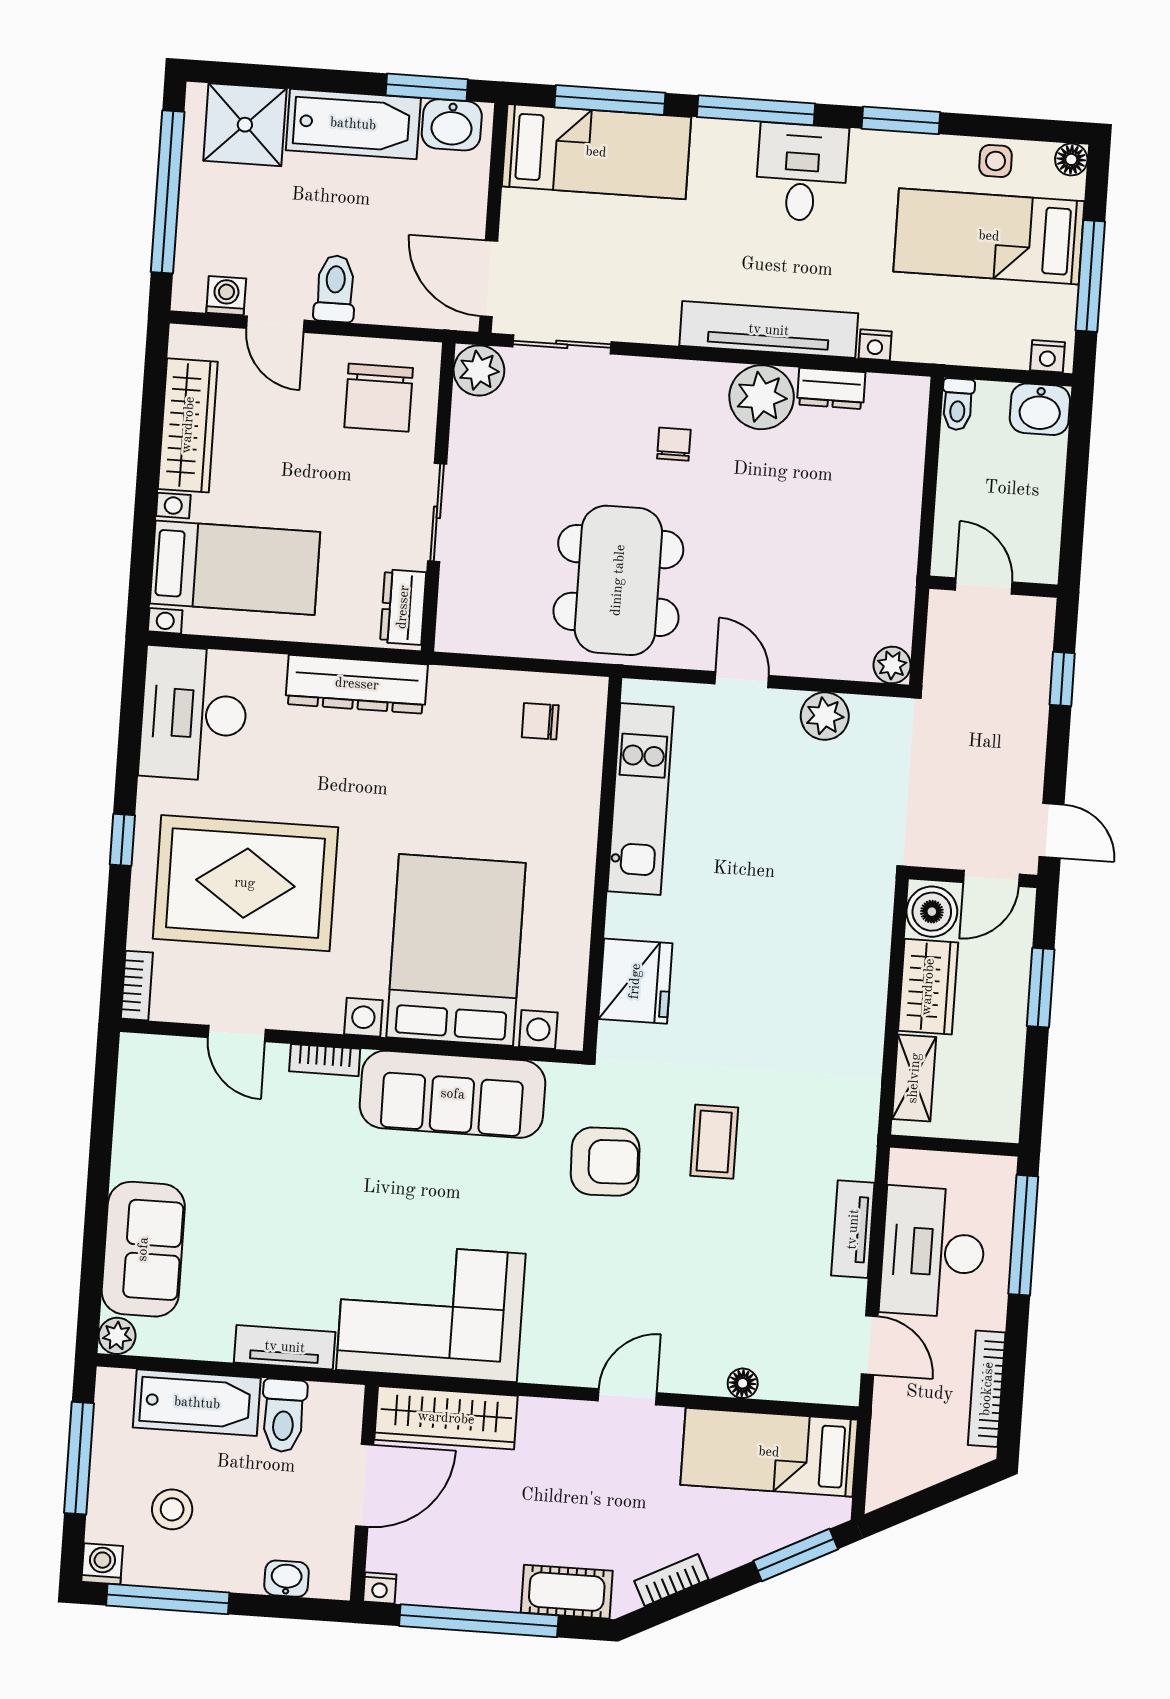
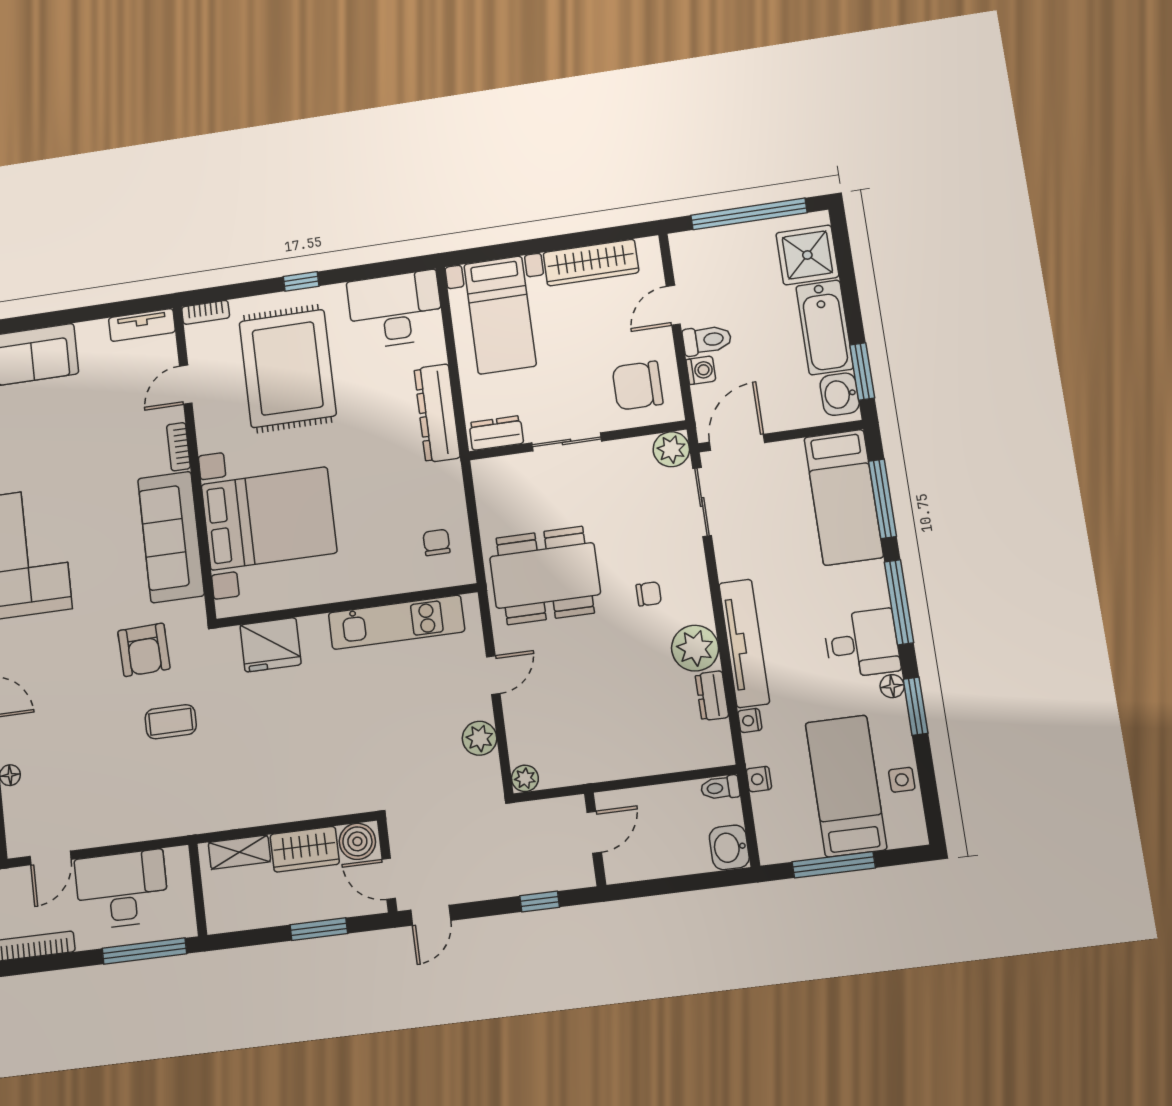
floor lamp: (1071, 159) -> (892, 686), moved
washing machine: (226, 296) -> (701, 370), moved
nightstand: (1048, 356) -> (759, 779), moved
tv unit: (853, 1229) -> (142, 325), moved, turned 180

